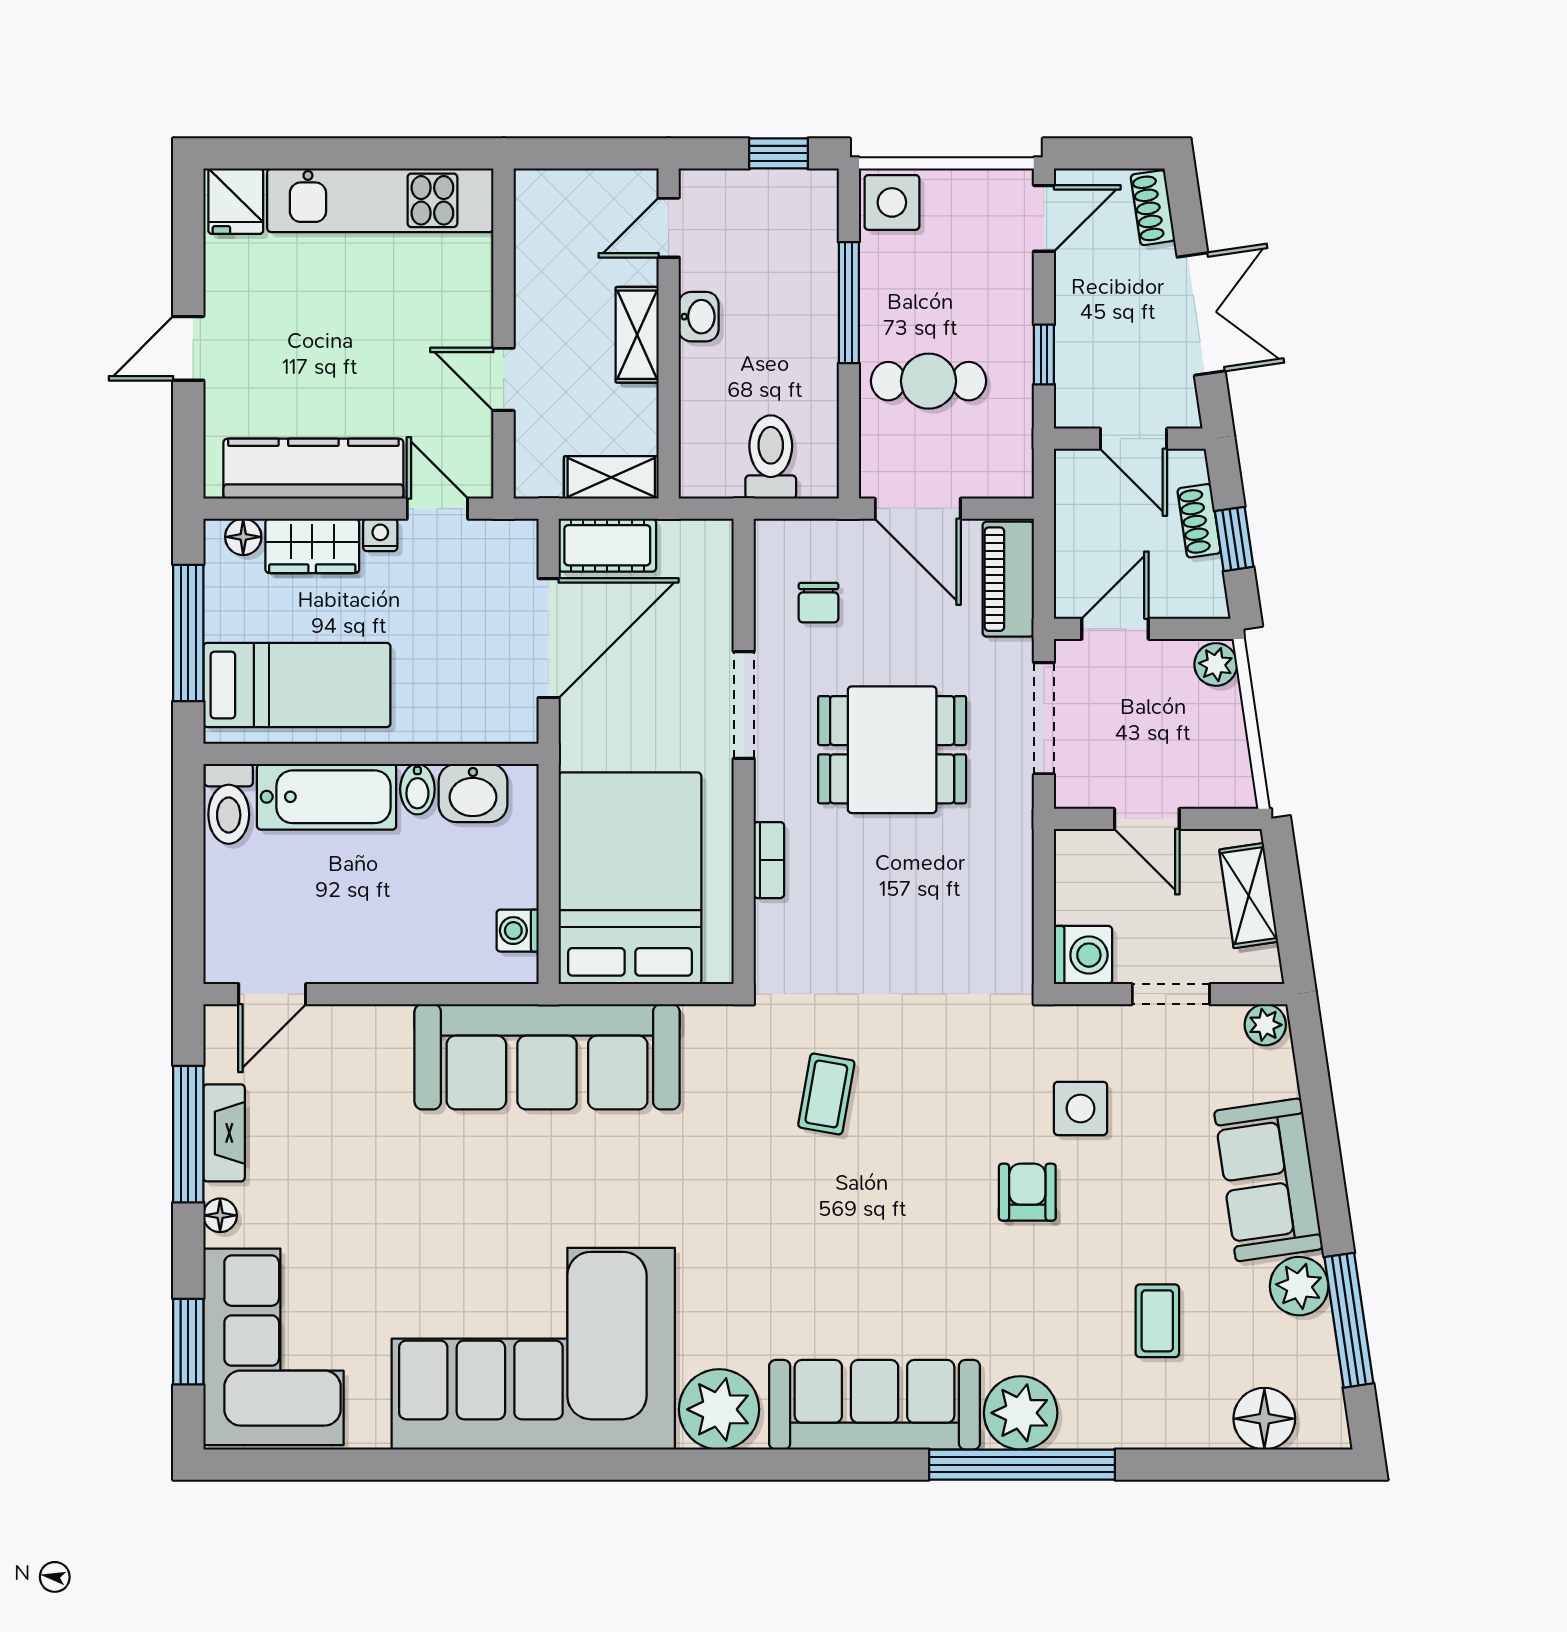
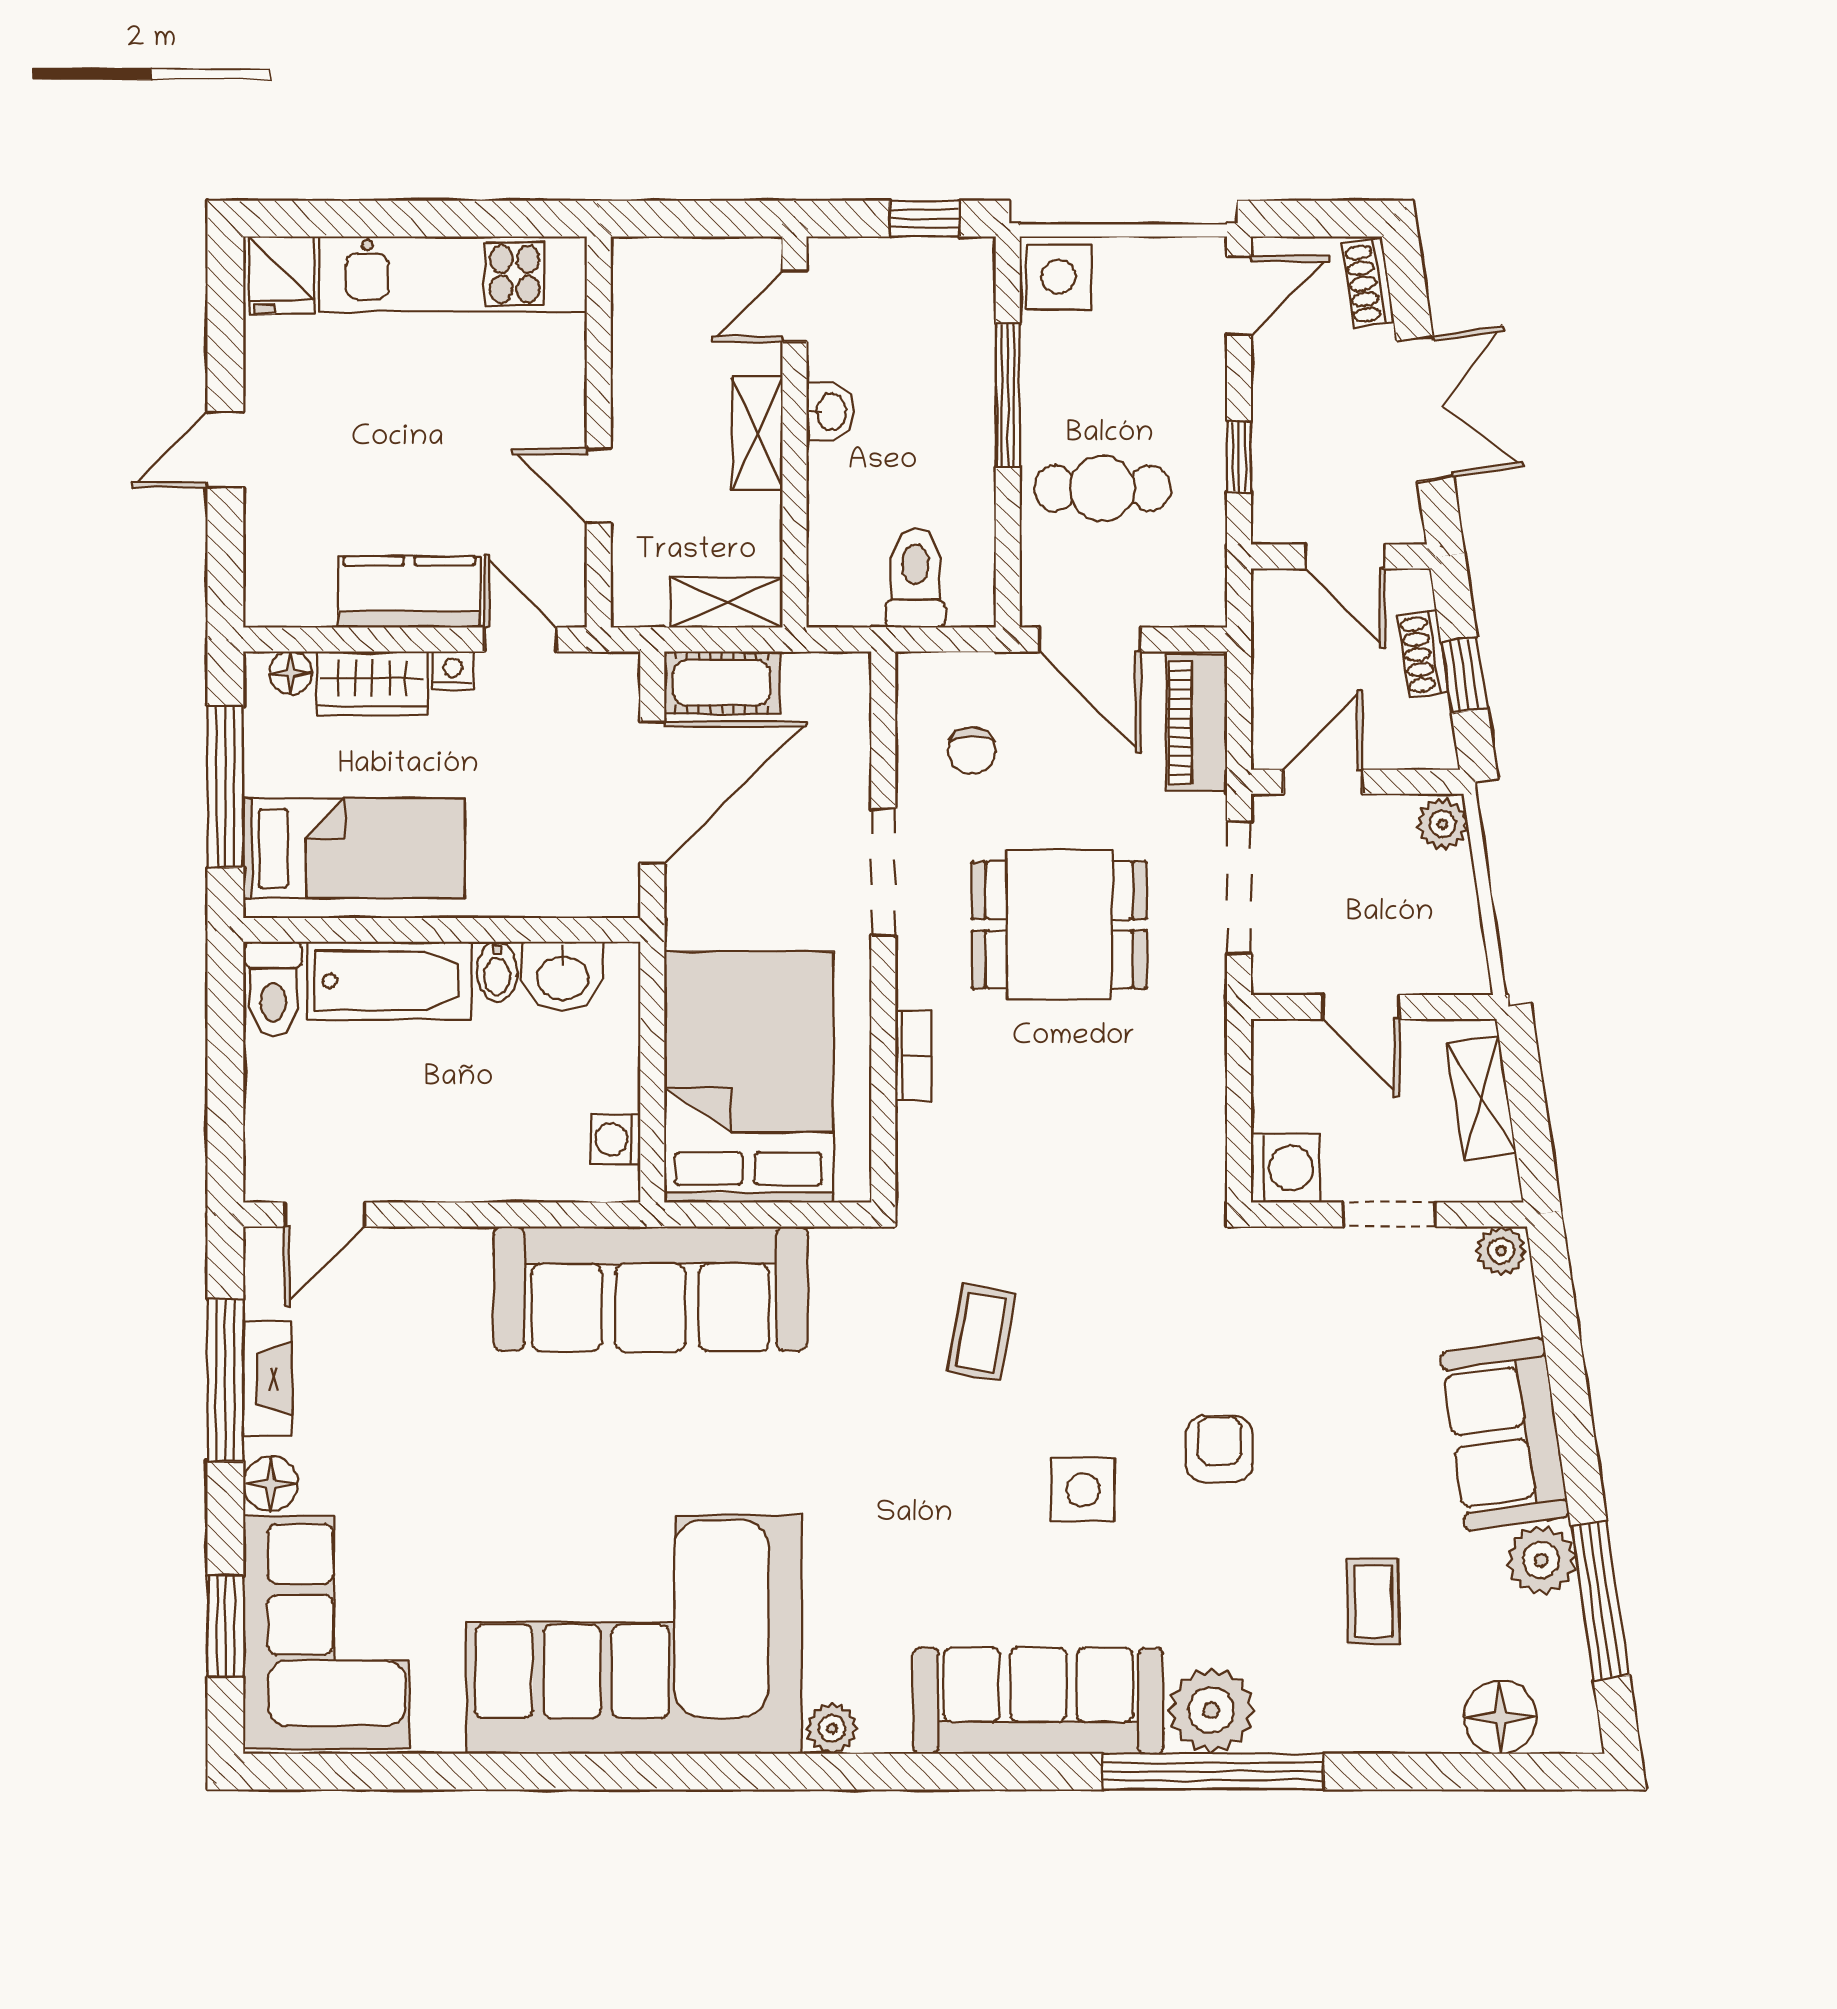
kitchen counter: (313, 469) -> (409, 592), width x0.67
side table: (1080, 1108) -> (1083, 1490), moved
floor lamp: (220, 1215) -> (270, 1484), width x1.37, depth x1.37
plant: (719, 1409) -> (832, 1728), width x0.53, depth x0.53

